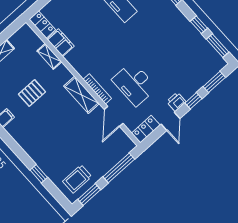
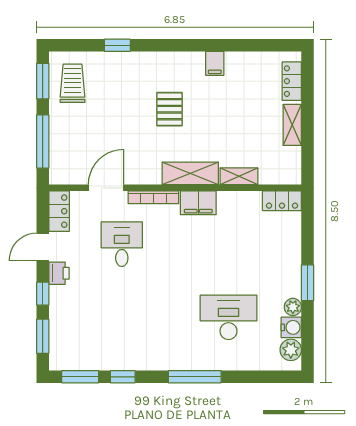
filing cabinet: (61, 43) -> (198, 203), moved
desk: (134, 84) -> (122, 244), width x0.73
pallet: (32, 93) -> (169, 109), moved
shelving: (82, 95) -> (190, 173), moved
door: (114, 116) -> (106, 188), hinge flipped
door: (170, 121) -> (43, 247), hinge flipped

